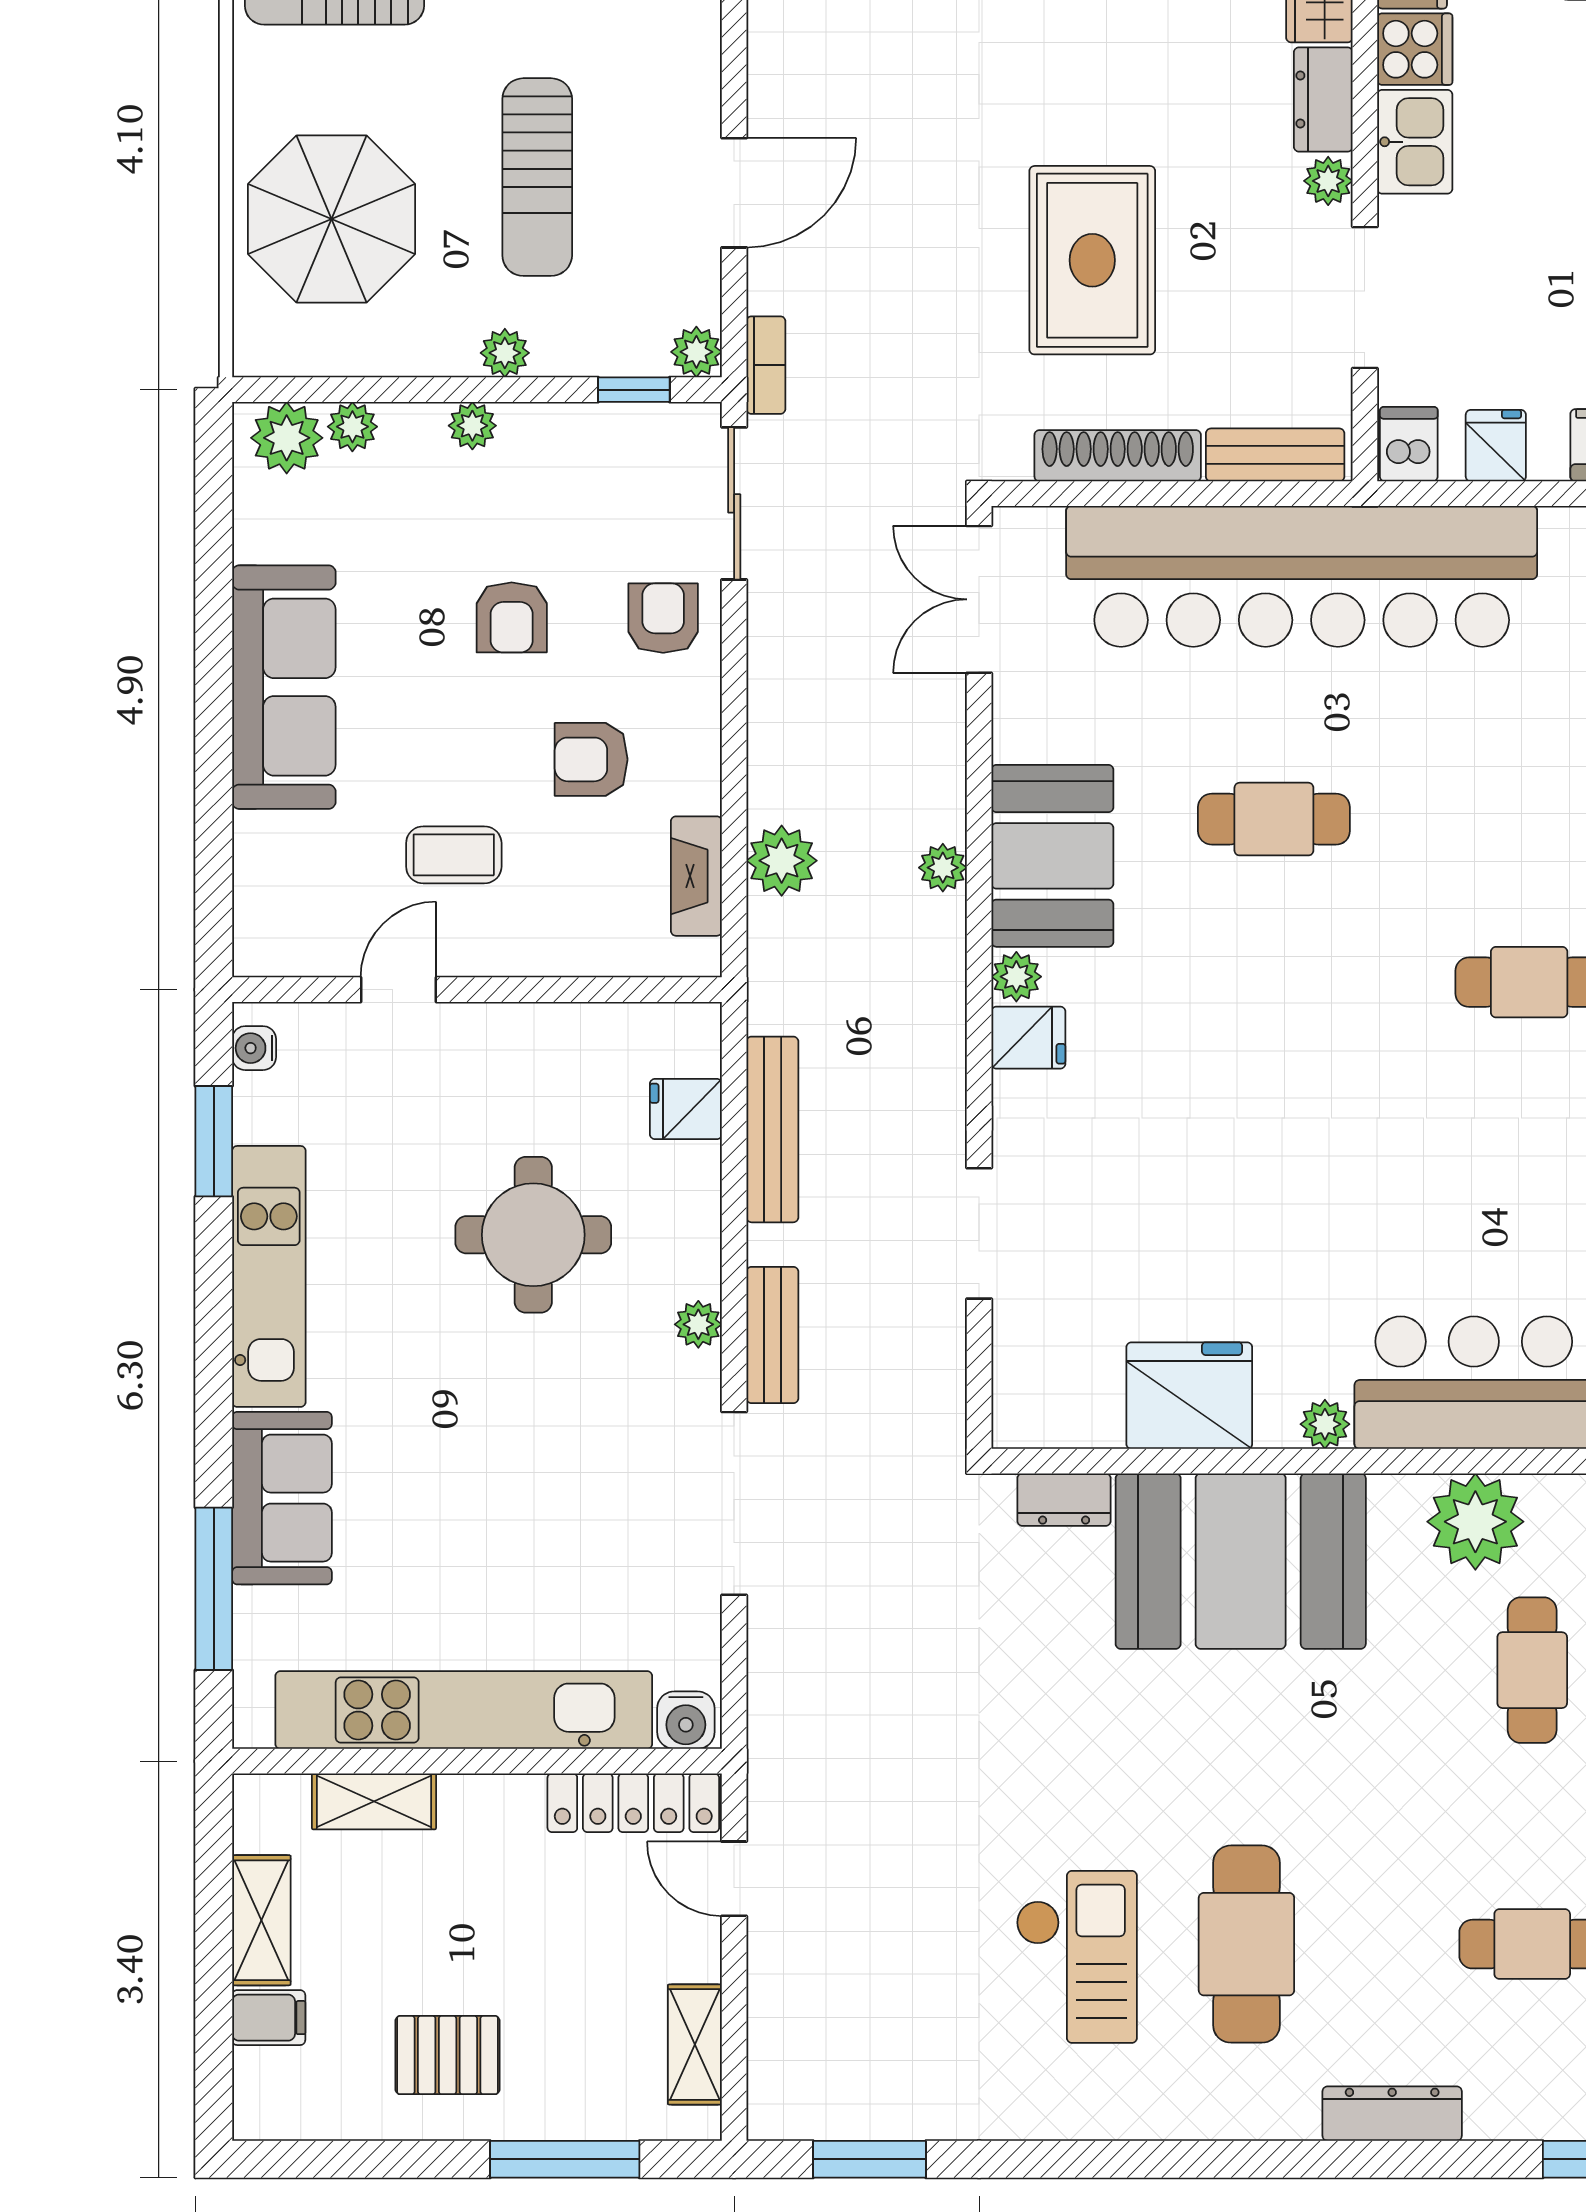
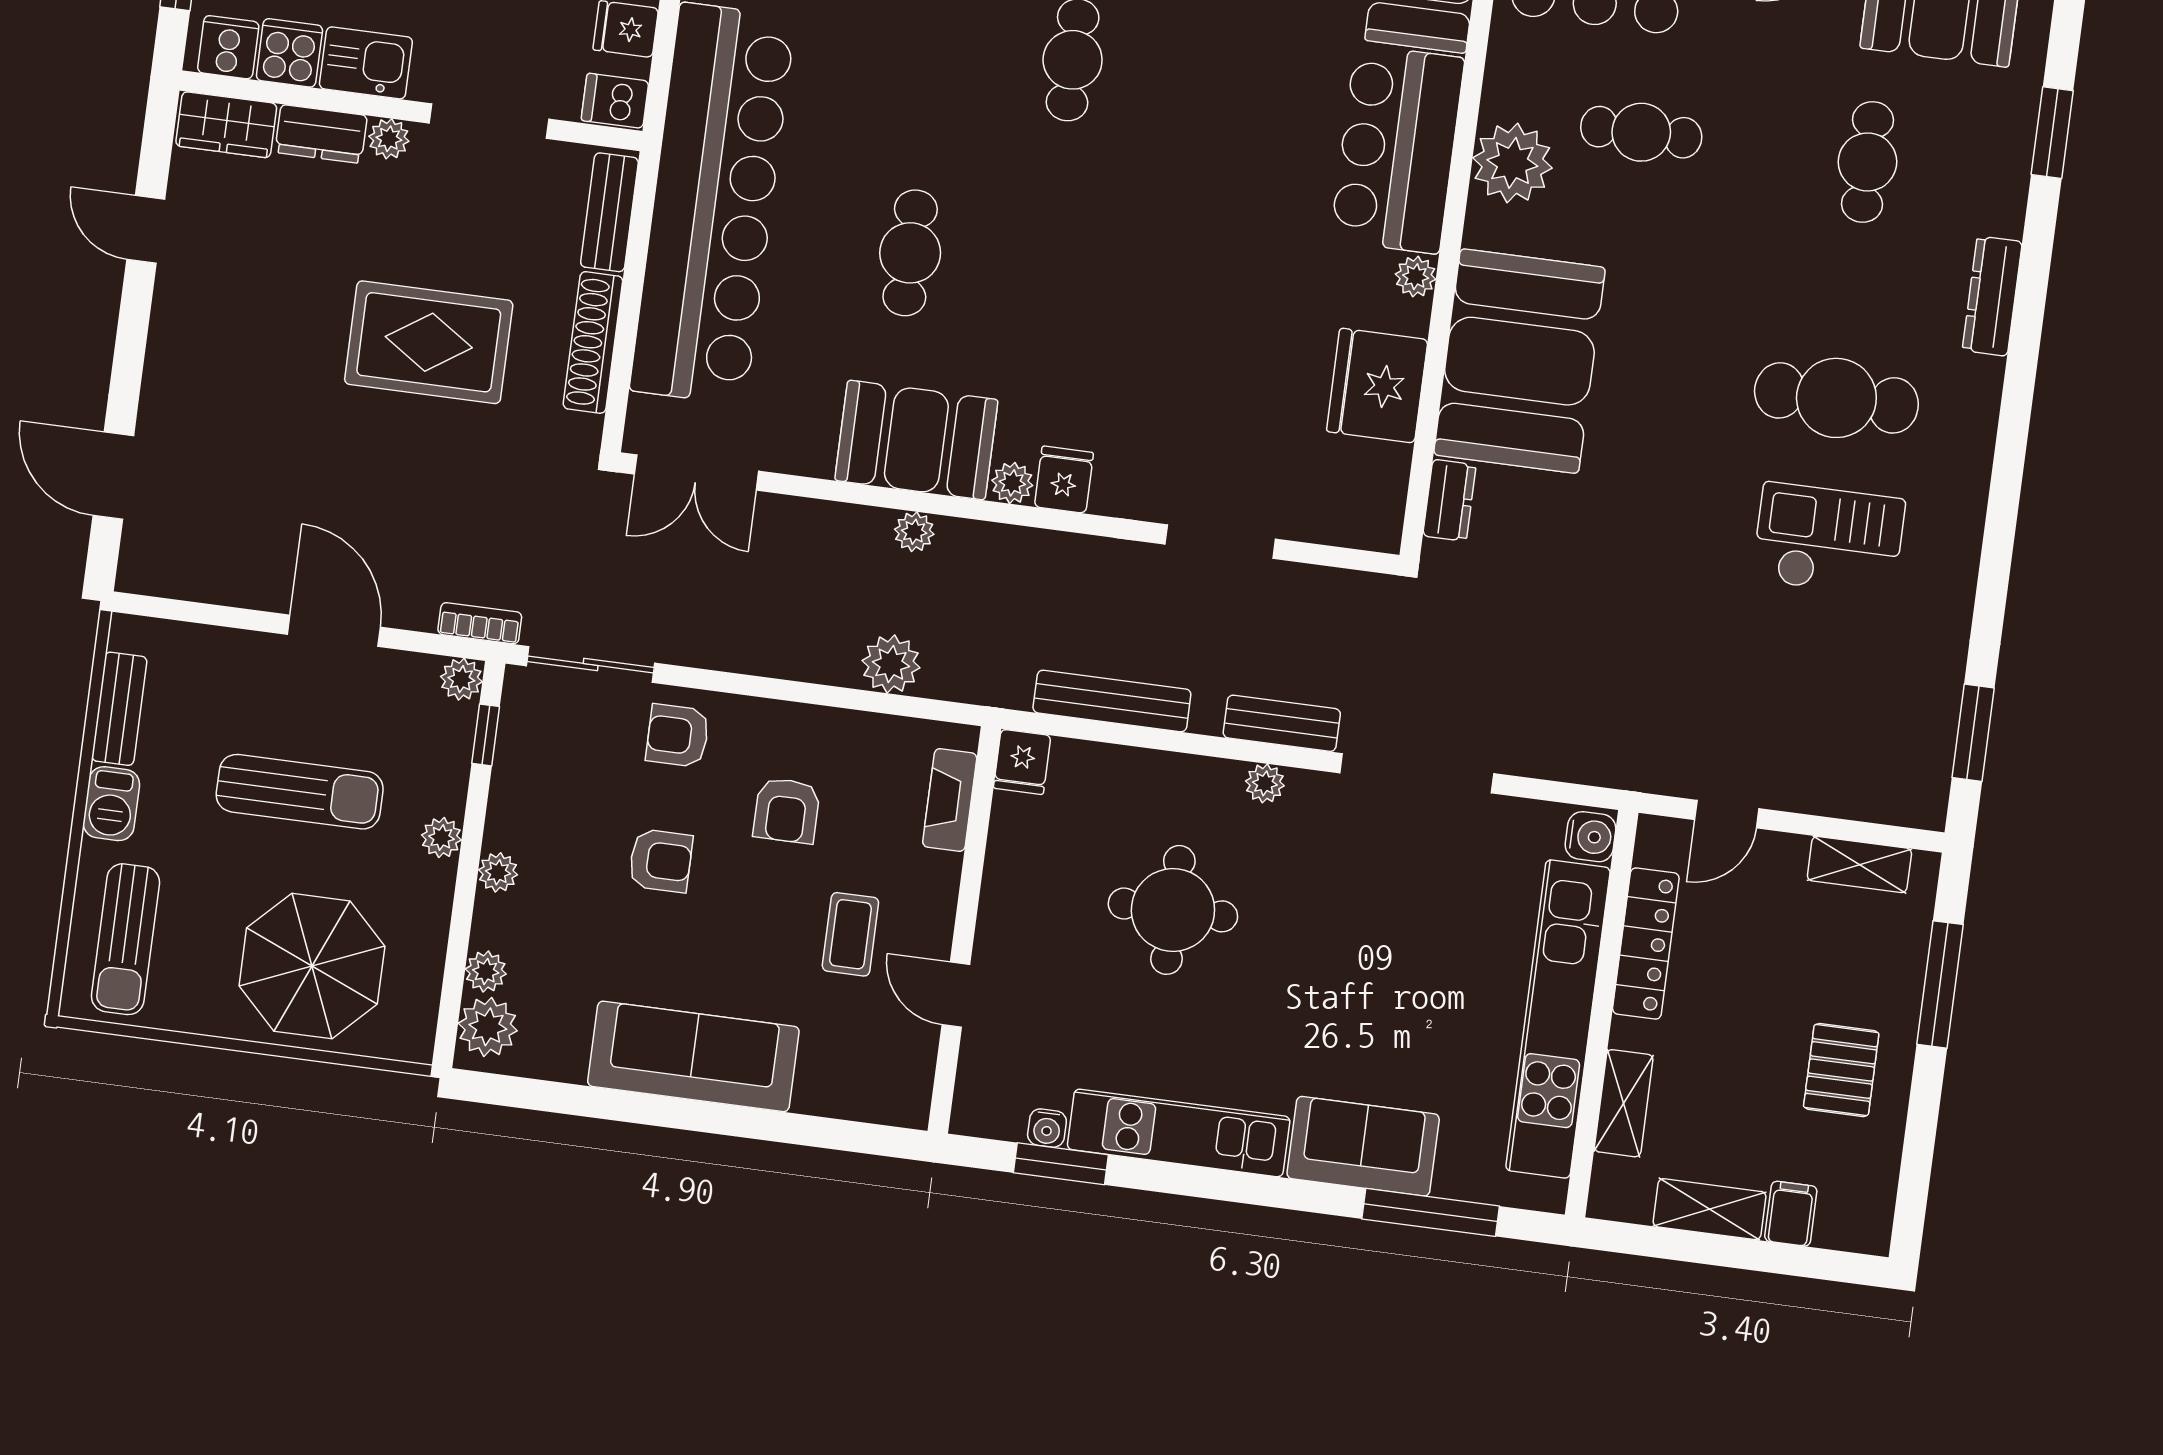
fireplace: (696, 876) -> (950, 800), moved, turned 90
water cooler: (254, 1048) -> (1047, 1128), moved
fridge: (686, 1109) -> (1022, 762), moved
locker: (633, 1803) -> (1646, 944), moved

